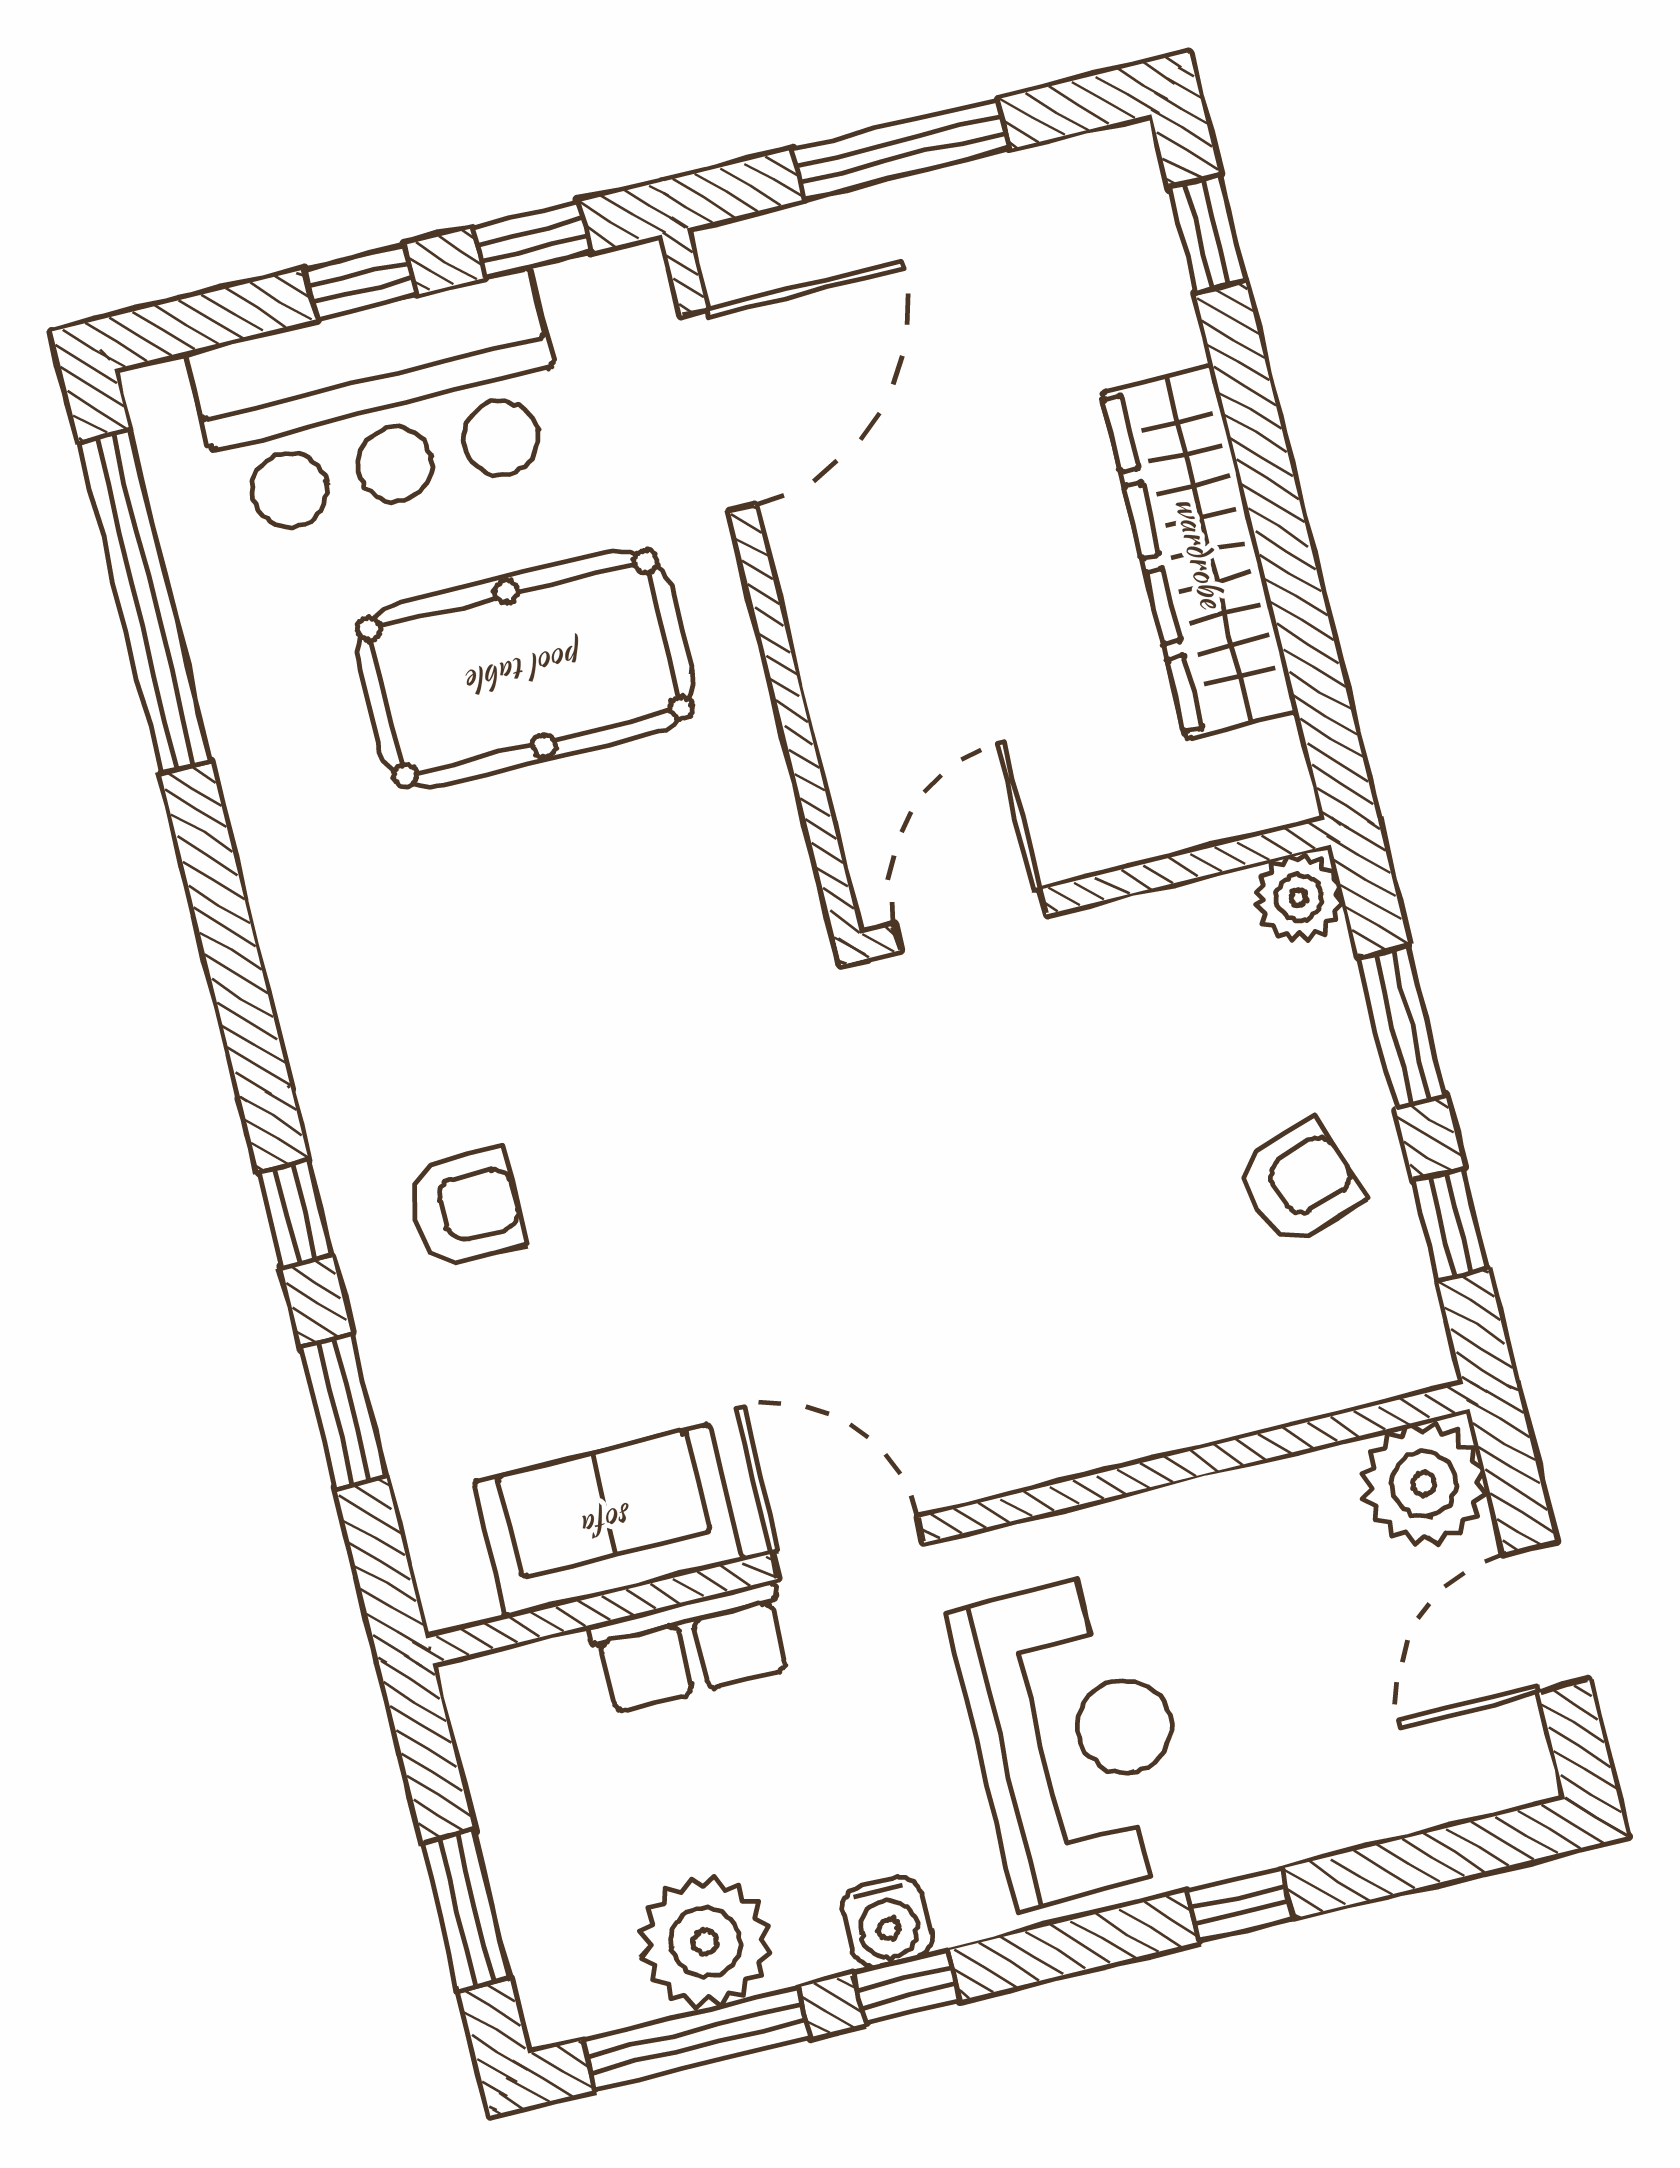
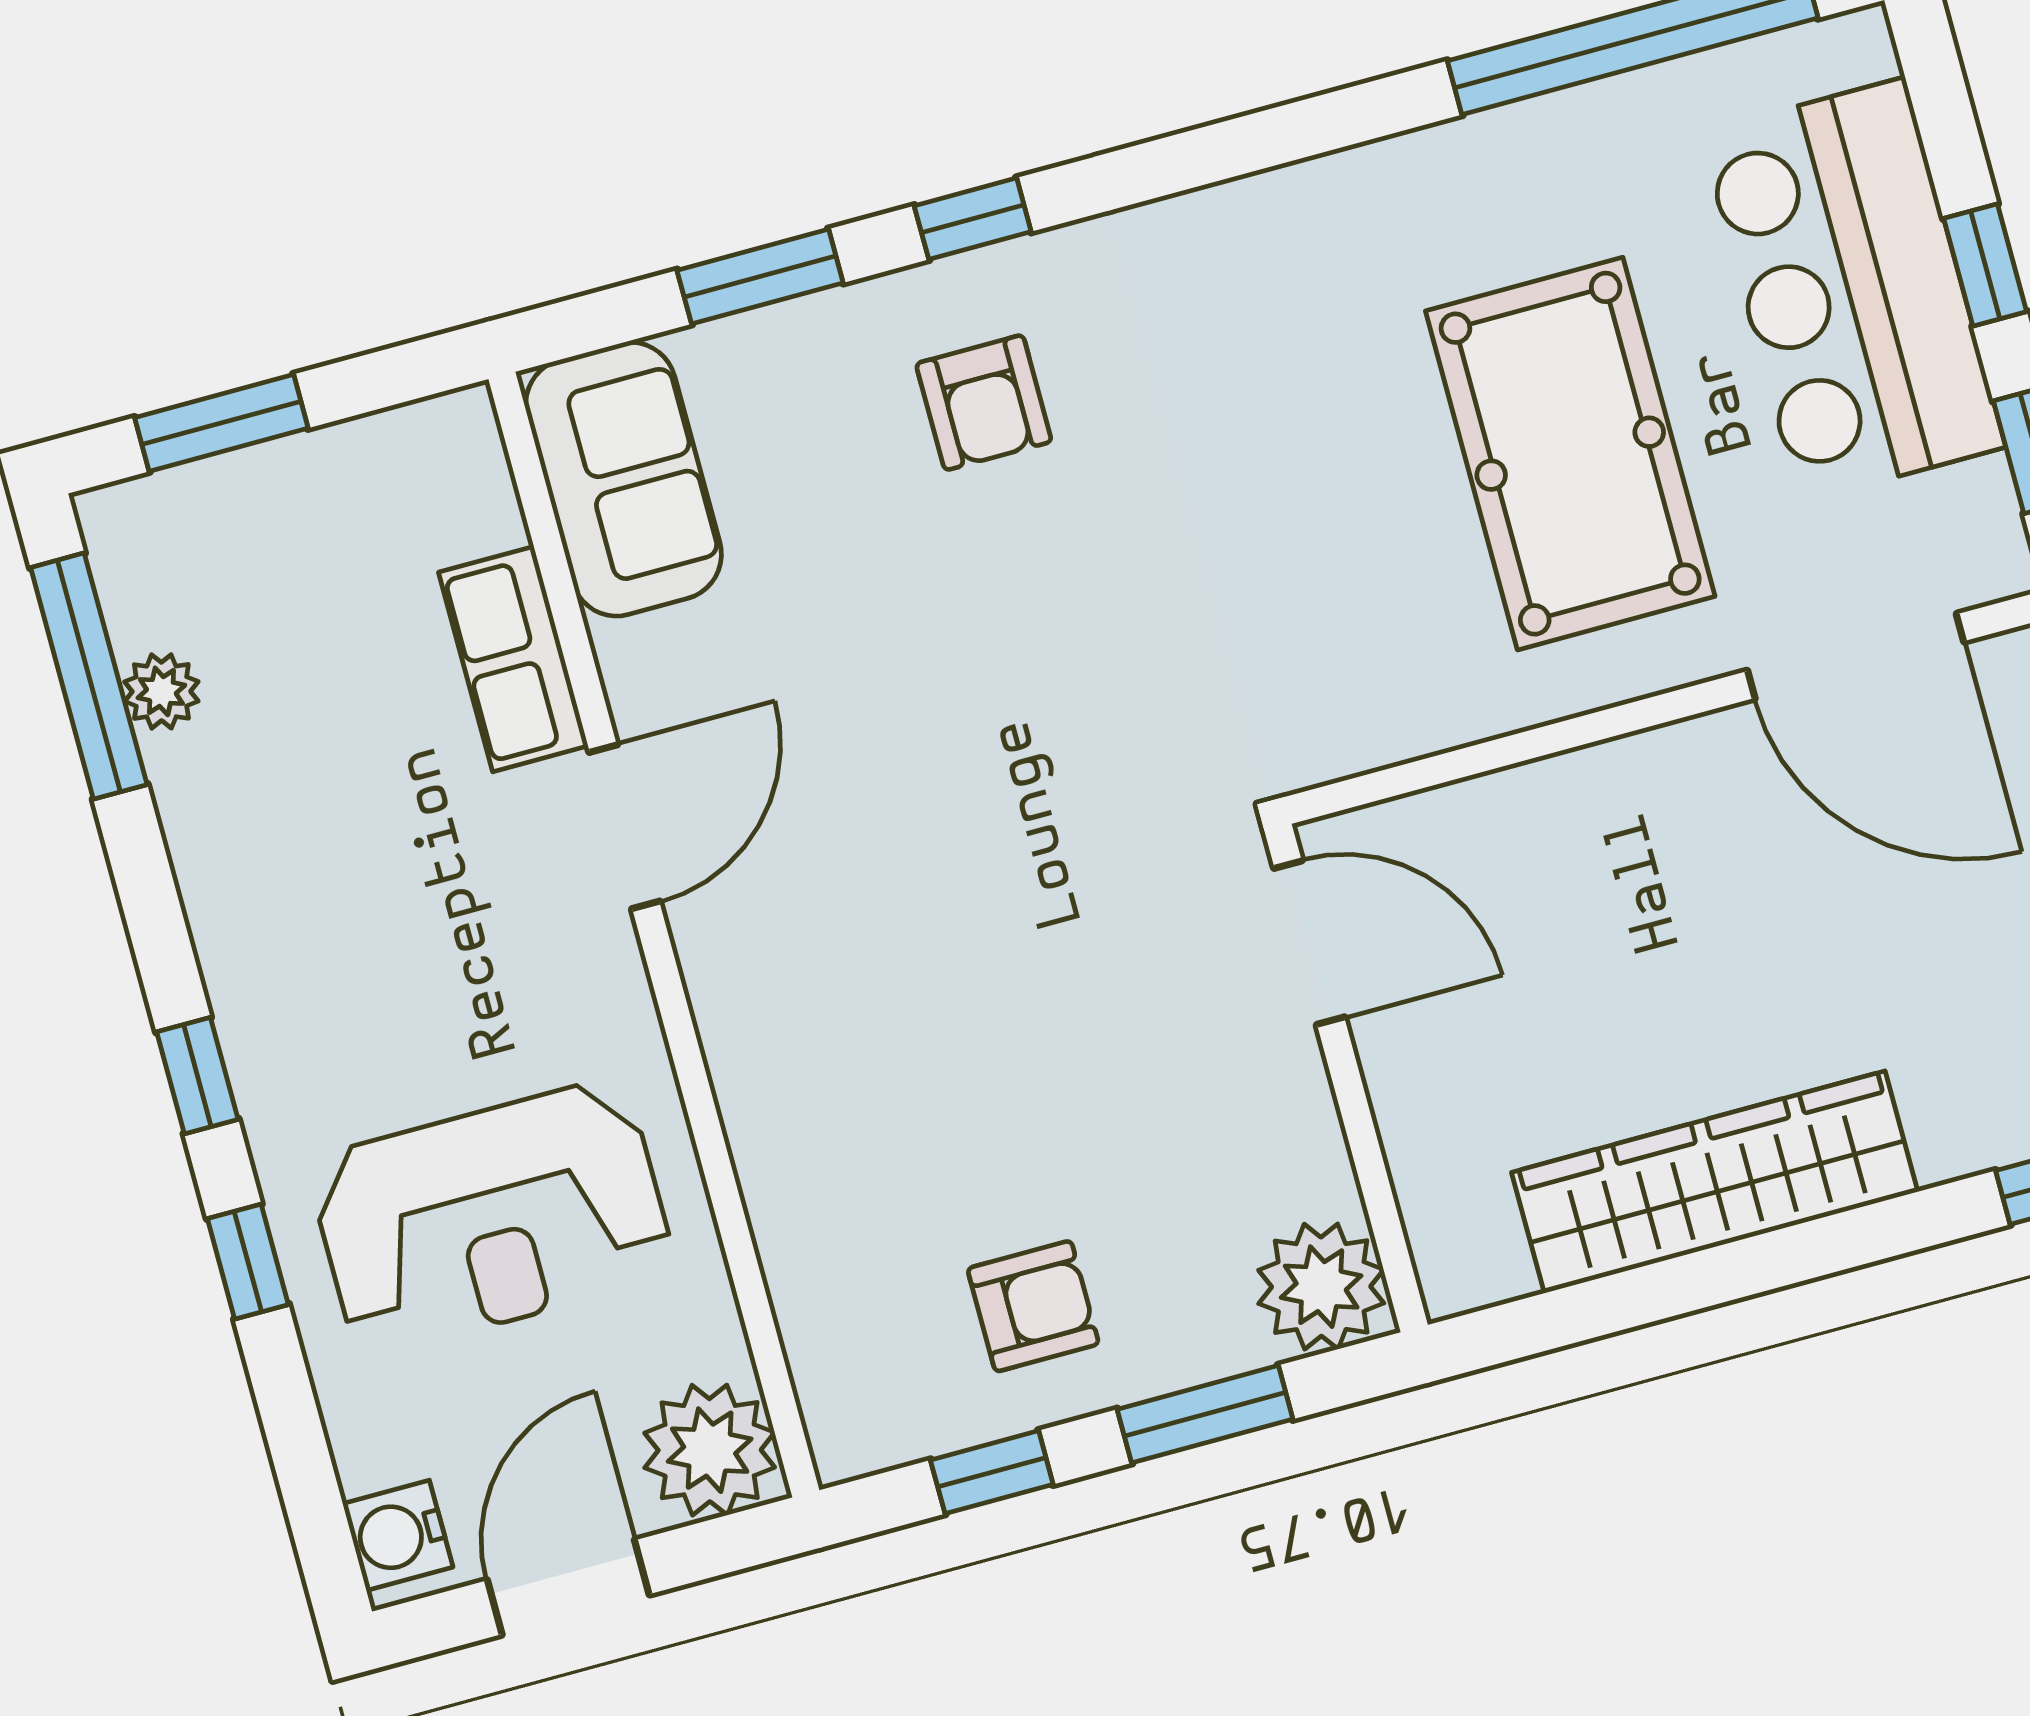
plant: (1299, 898) -> (1321, 1287), width x1.36, depth x1.36
armchair: (1299, 1183) -> (1033, 1306), turned -71
sofa: (608, 1522) -> (624, 479), moved
door: (1547, 1617) -> (568, 1587), hinge flipped
reception desk: (1076, 1739) -> (491, 1217), moved
water cooler: (887, 1923) -> (398, 1535), moved
plant: (705, 1942) -> (161, 691), width x0.53, depth x0.53
window: (907, 1987) -> (197, 1076), moved

